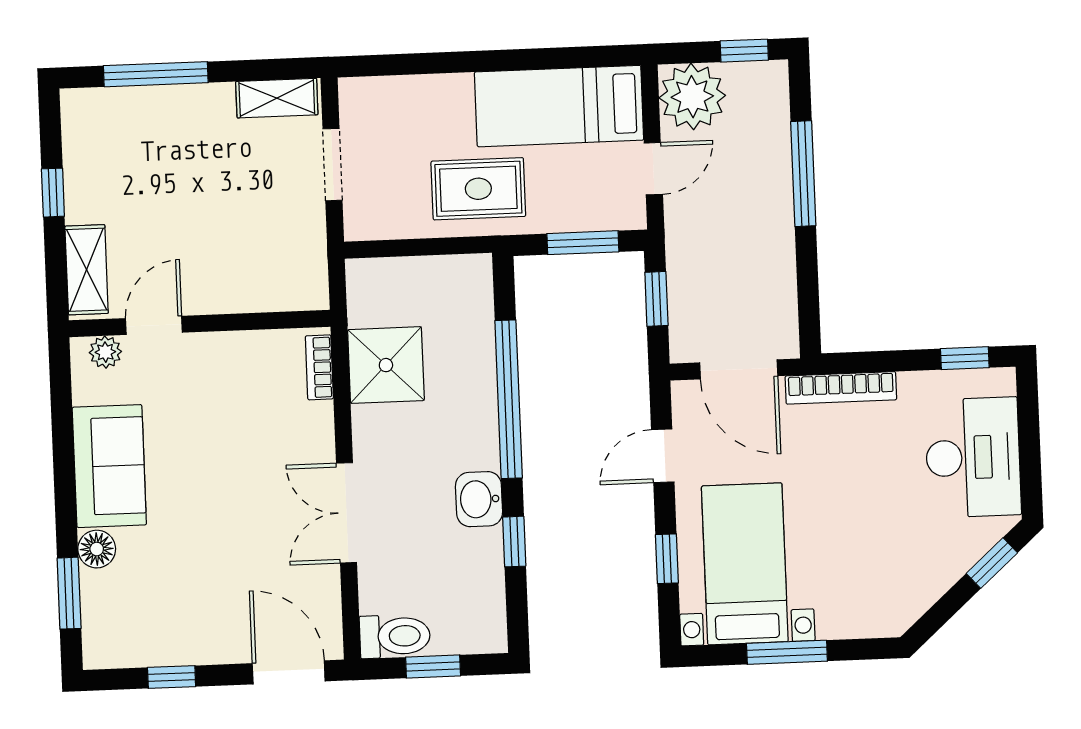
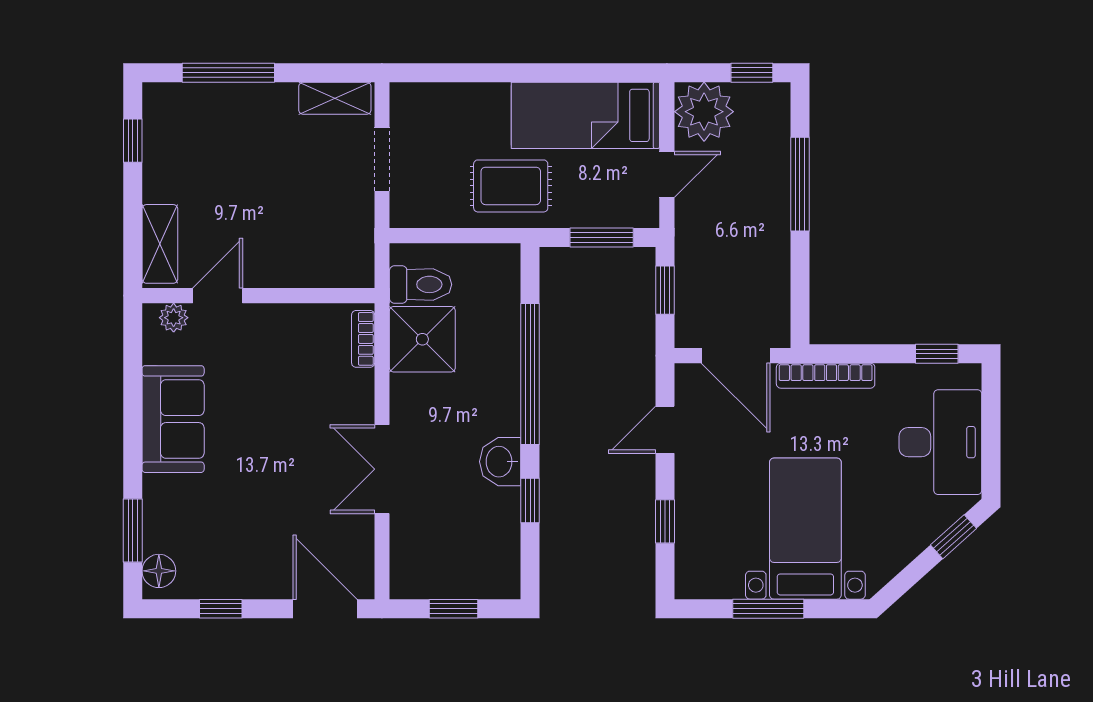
window: (53, 193) -> (133, 141), moved
floor lamp: (97, 549) -> (159, 571), moved
bed with nightstands: (745, 564) -> (805, 529), moved
toilet: (395, 636) -> (421, 284), moved

